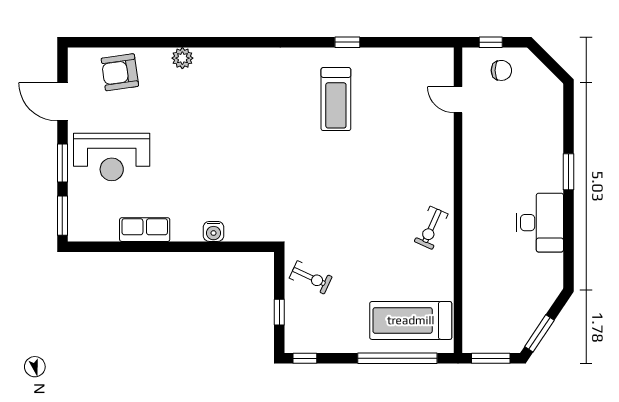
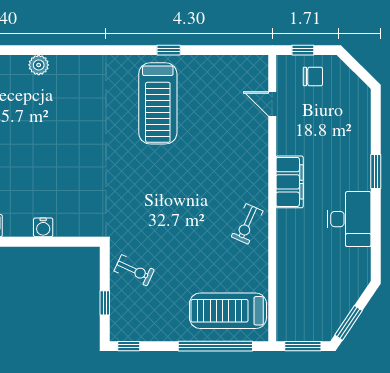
plant: (182, 58) -> (39, 65), moved
treadmill: (336, 99) -> (158, 103), width x1.37, depth x1.38
filing cabinet: (477, 183) -> (290, 182), added

